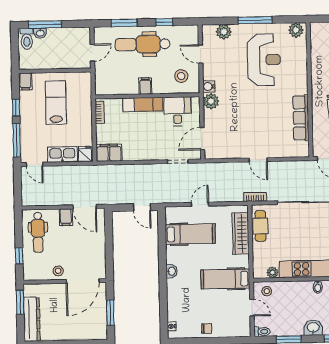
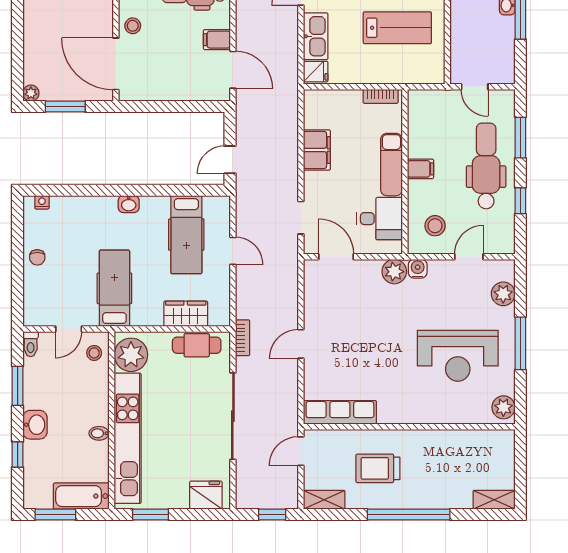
row of seats: (301, 118) -> (340, 412), moved
filing cabinet: (109, 153) -> (317, 150), moved
door: (85, 207) -> (233, 70), swing flipped
wardrobe: (241, 233) -> (186, 314), width x0.67
plant: (272, 273) -> (131, 355), width x1.88, depth x1.88
plant: (102, 335) -> (31, 93), added

